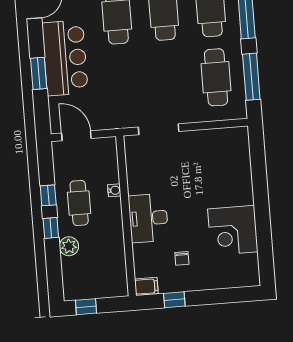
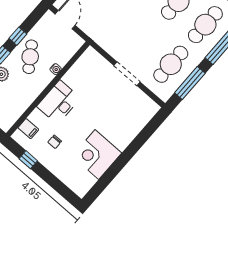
doorway: (159, 129) -> (127, 74), moved
cafe table: (79, 203) -> (30, 57), turned -34
filing cabinet: (146, 286) -> (28, 129), moved

